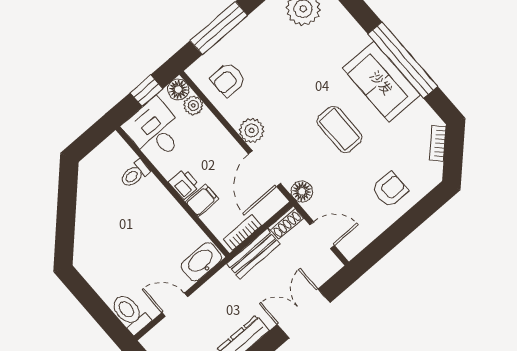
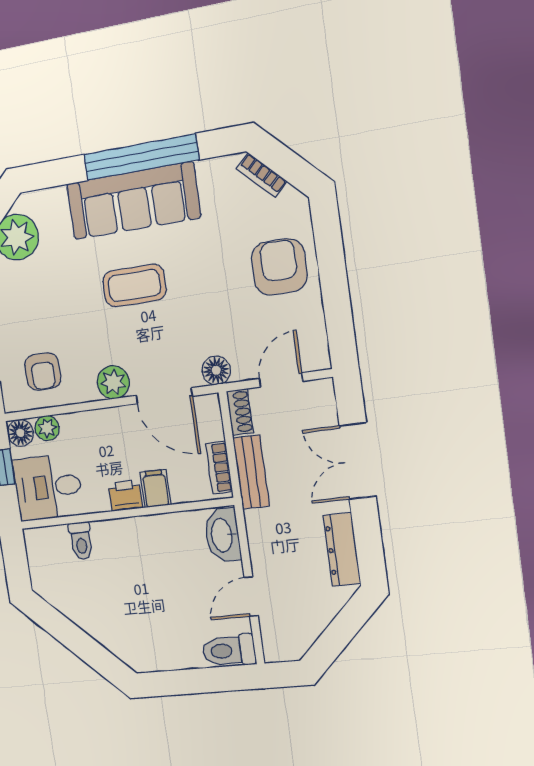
sofa: (382, 82) -> (133, 201), width x1.36
coffee table: (339, 129) -> (134, 286), moved
armchair: (390, 190) -> (279, 267), width x1.38, depth x1.38

